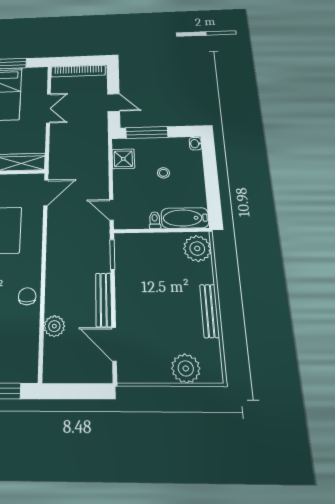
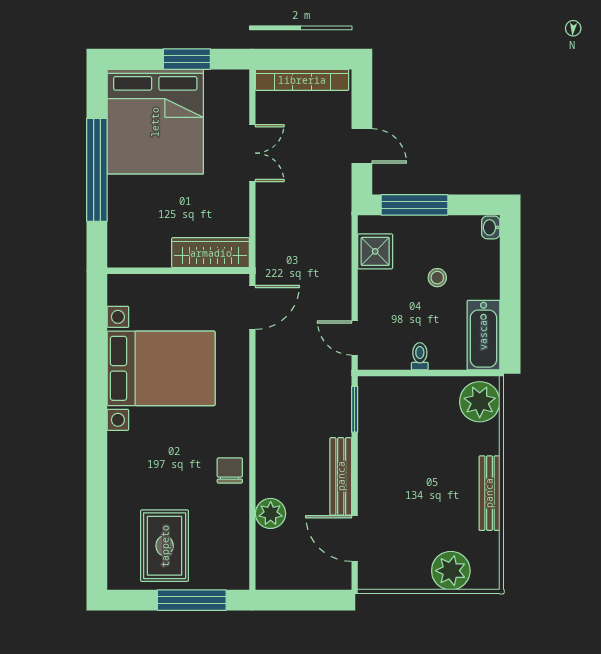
bathtub: (185, 218) -> (483, 335), moved, turned -90

